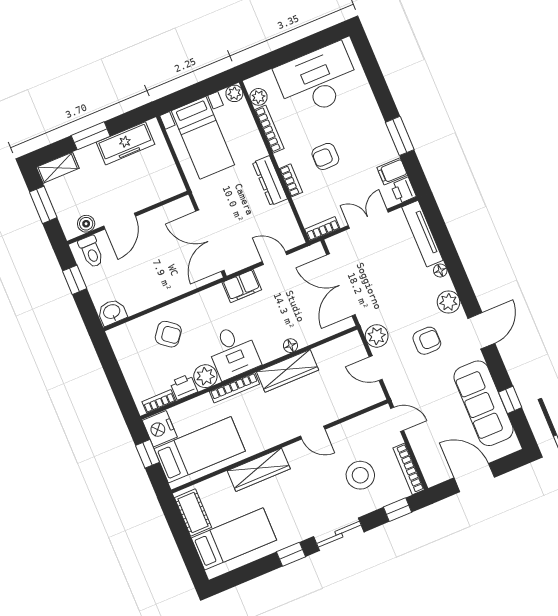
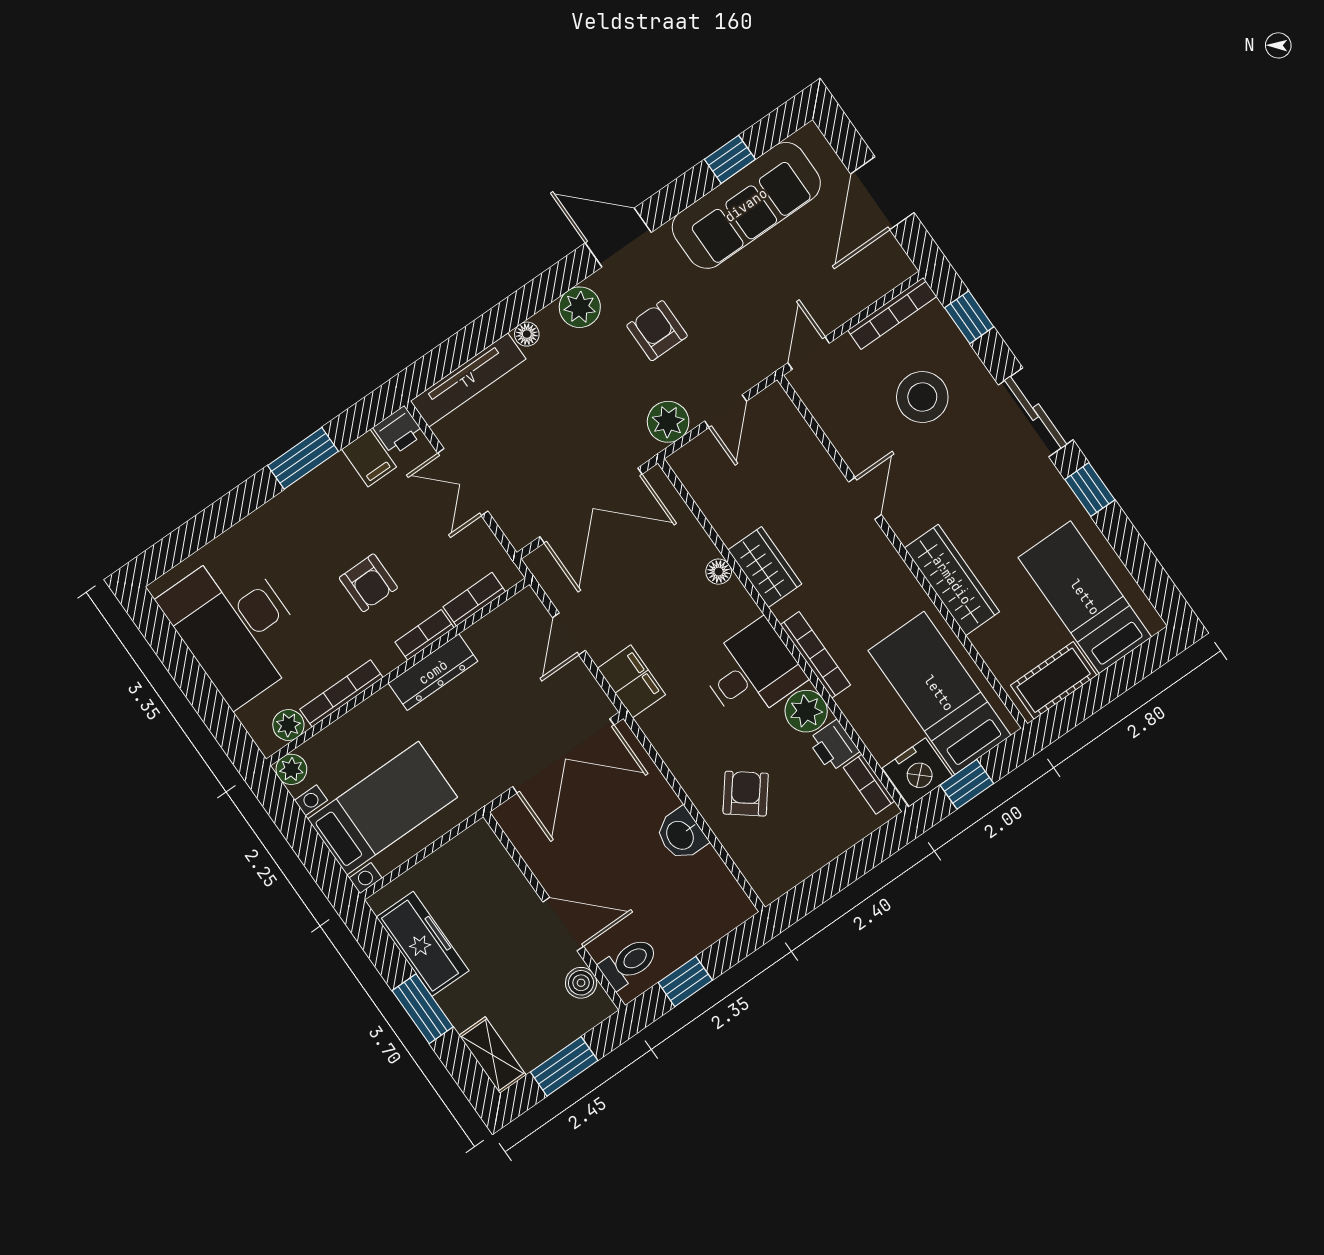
bookcase: (322, 229) -> (474, 599), moved, turned 90
washbasin: (112, 312) -> (681, 835), moved
wardrobe: (288, 371) -> (765, 567), width x0.67

